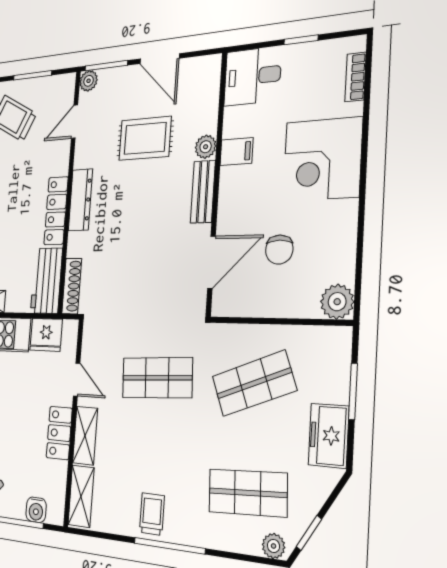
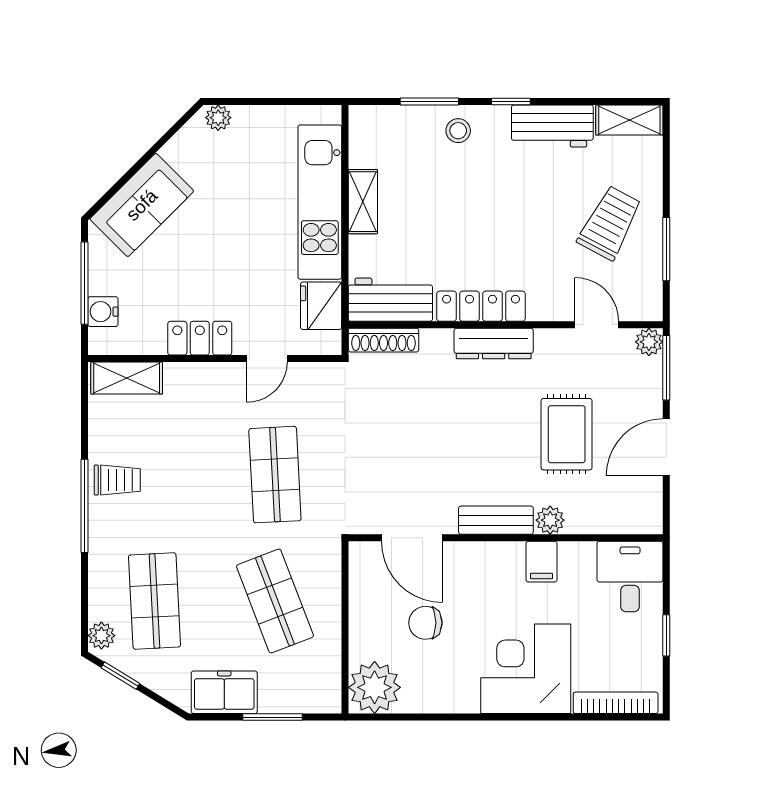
bookcase: (356, 77) -> (616, 703), width x1.56
plant: (337, 302) -> (375, 687), width x1.36, depth x1.36
shelving: (85, 436) -> (200, 377), removed

